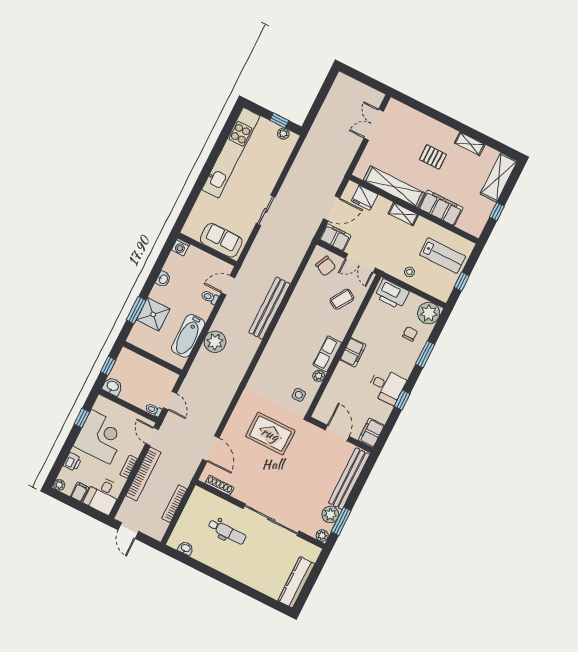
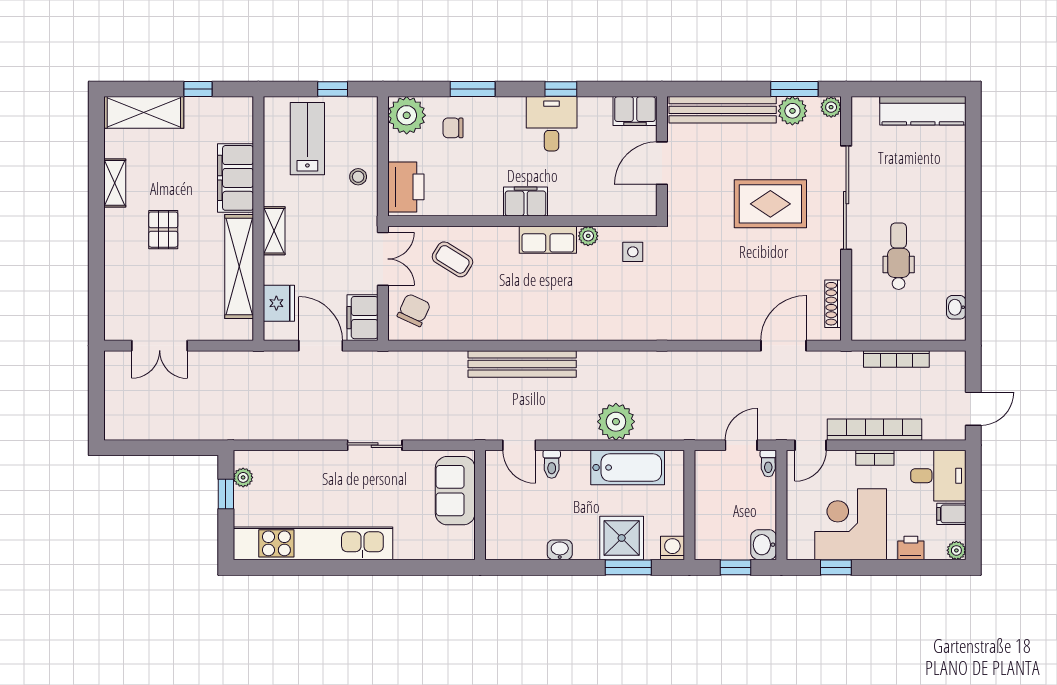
washing machine: (181, 247) -> (672, 548), moved, turned -90
rug: (270, 434) -> (770, 204), moved, turned 90

